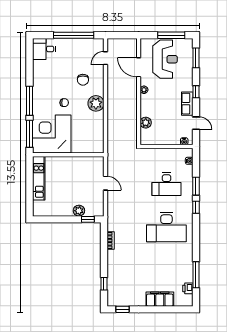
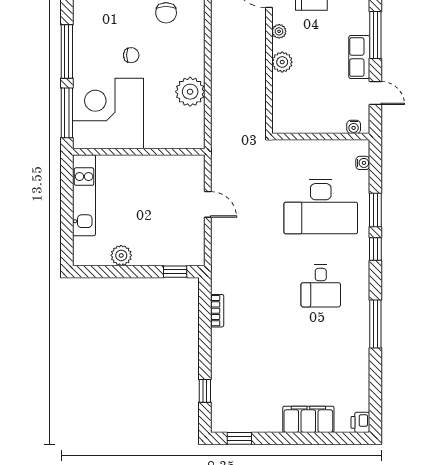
window: (196, 92) -> (375, 35), width x2.17
plant: (96, 103) -> (190, 92), moved
plant: (146, 123) -> (282, 62), moved
desk: (166, 184) -> (321, 206), width x1.36, depth x1.30
plant: (79, 211) -> (121, 255), moved
desk: (166, 227) -> (321, 286), width x0.53, depth x0.77
window: (196, 275) -> (375, 324), moved
printer: (188, 288) -> (360, 422), moved

